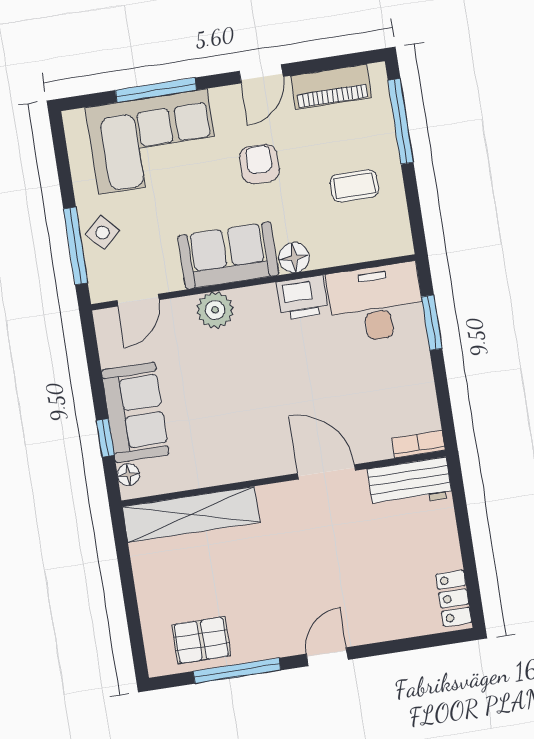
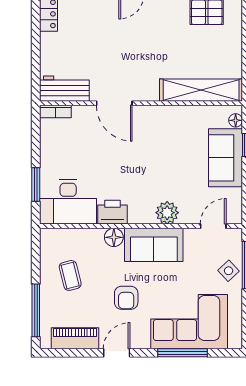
coffee table: (354, 186) -> (70, 275), turned 76

